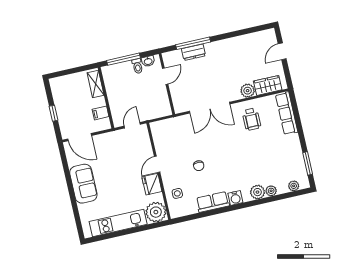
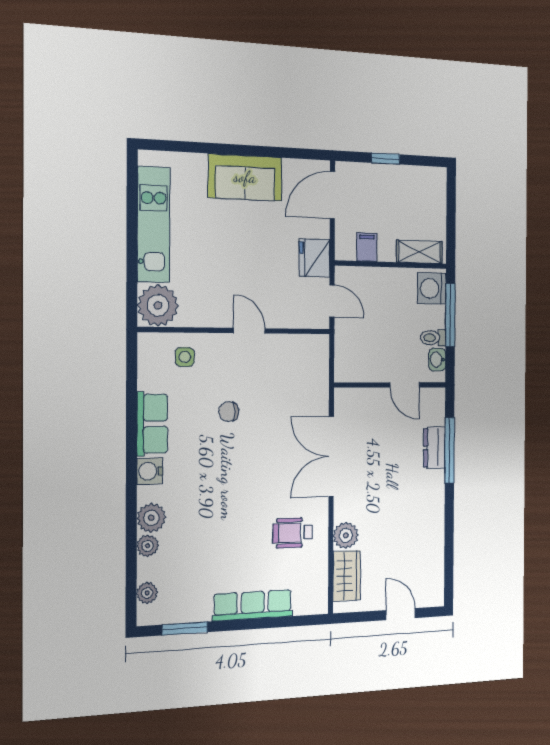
washing machine: (112, 73) -> (432, 289), added
row of seats: (287, 113) -> (253, 605), moved
fridge: (152, 184) -> (315, 258), moved, turned -90

